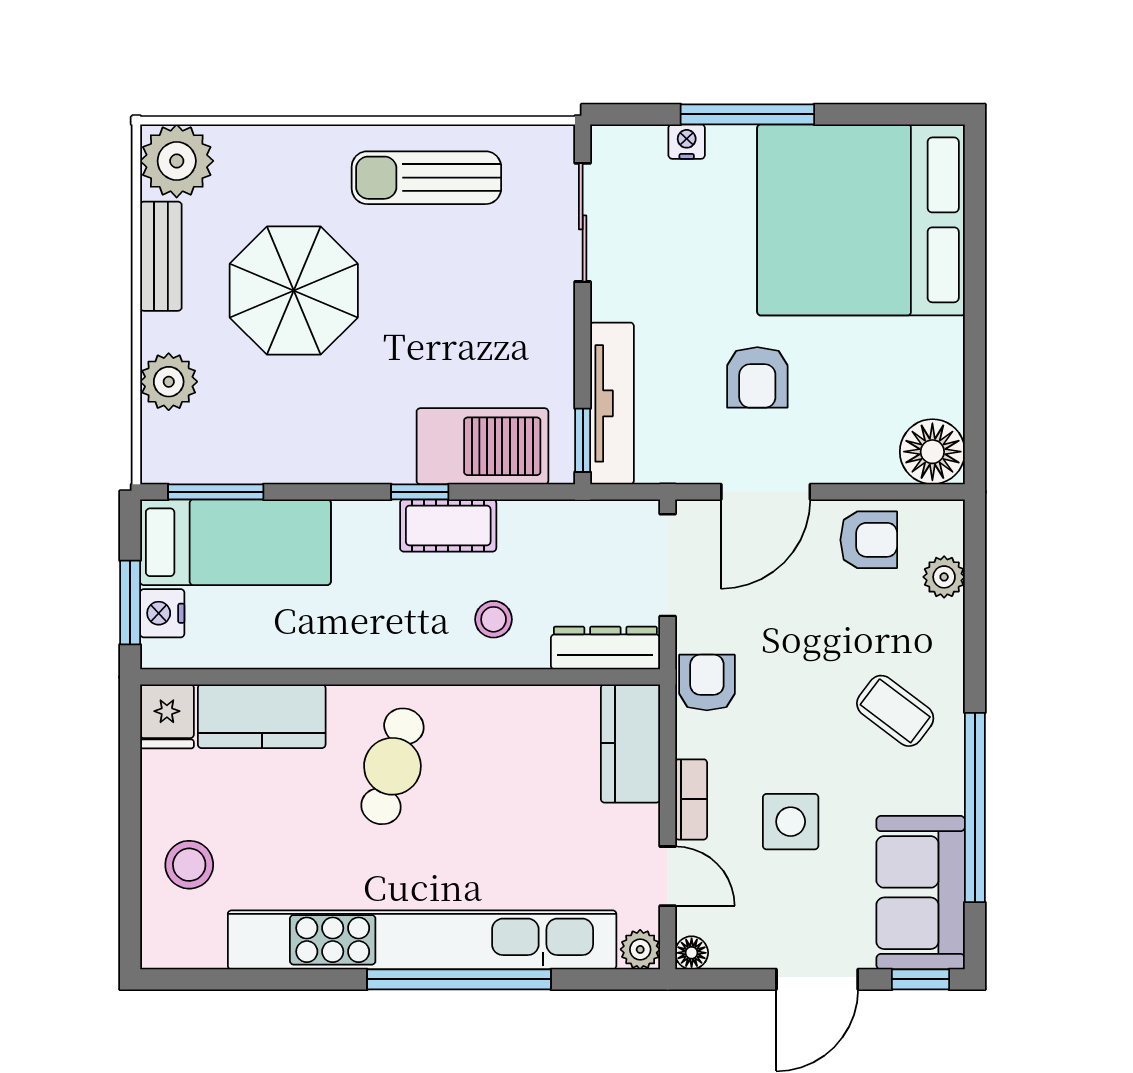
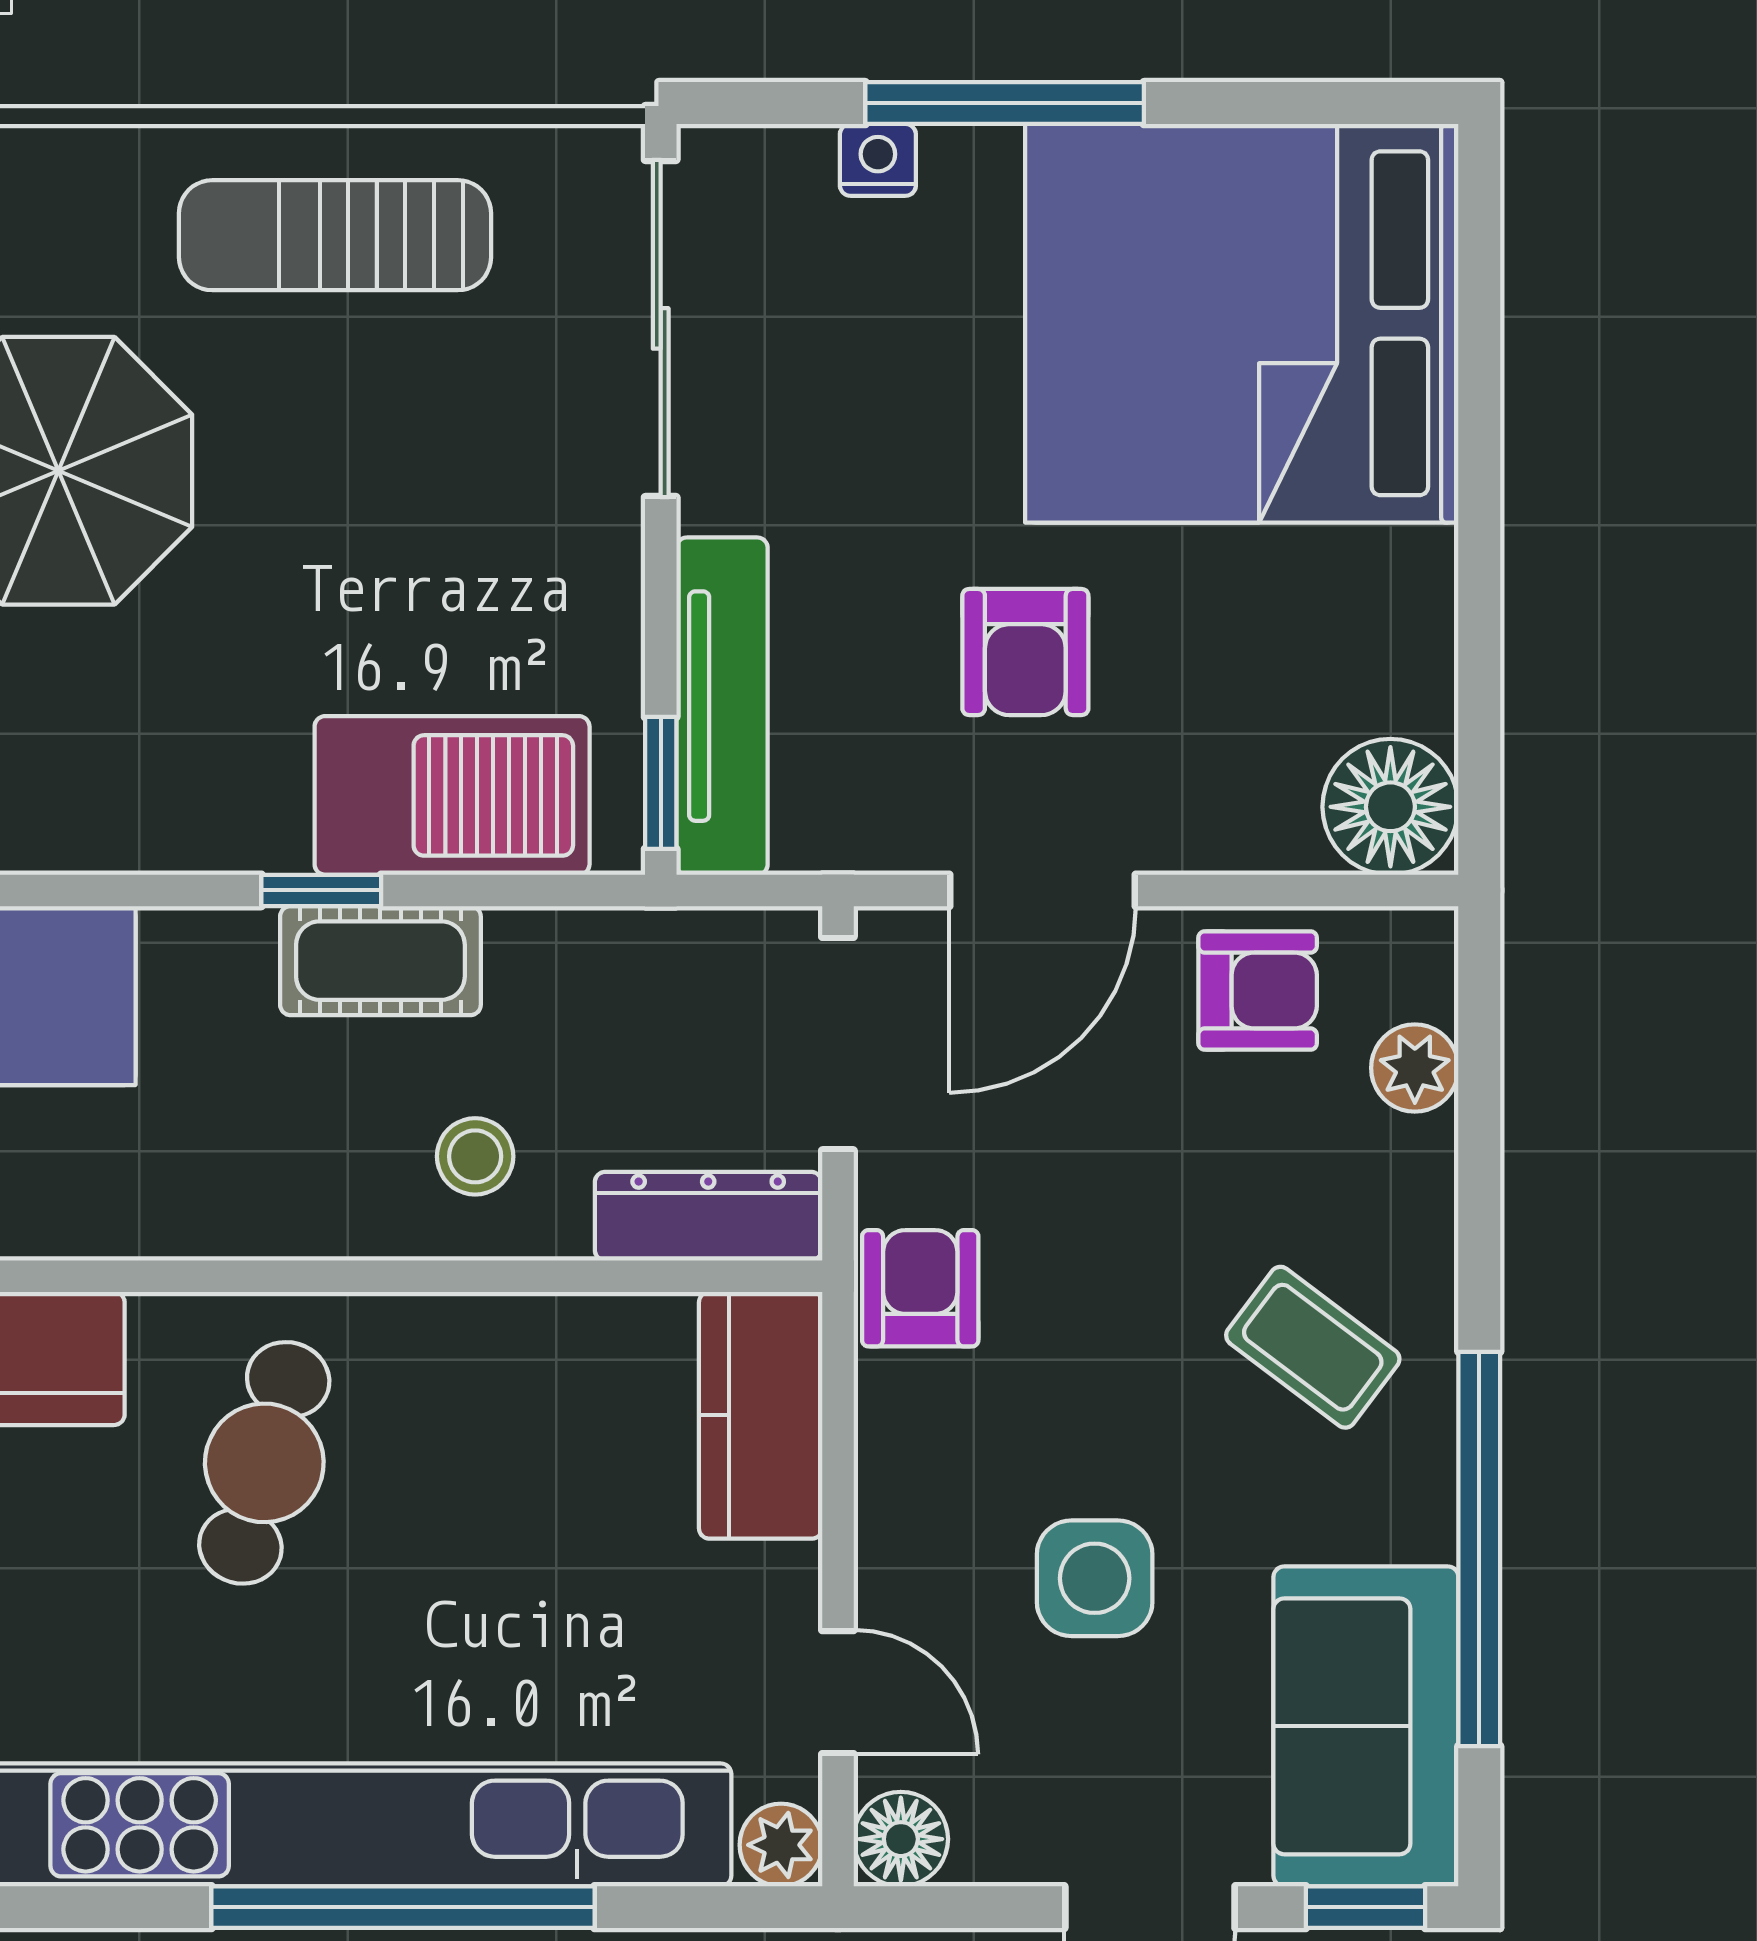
sliding door: (583, 222) -> (661, 328), width x1.37
bookcase: (691, 799) -> (887, 1532), removed
floor lamp: (692, 953) -> (901, 1839), width x1.37, depth x1.37

